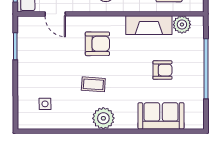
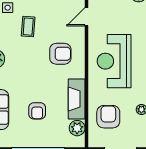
armchair: (97, 44) -> (60, 54), turned -90
coffee table: (93, 84) -> (28, 27), moved

